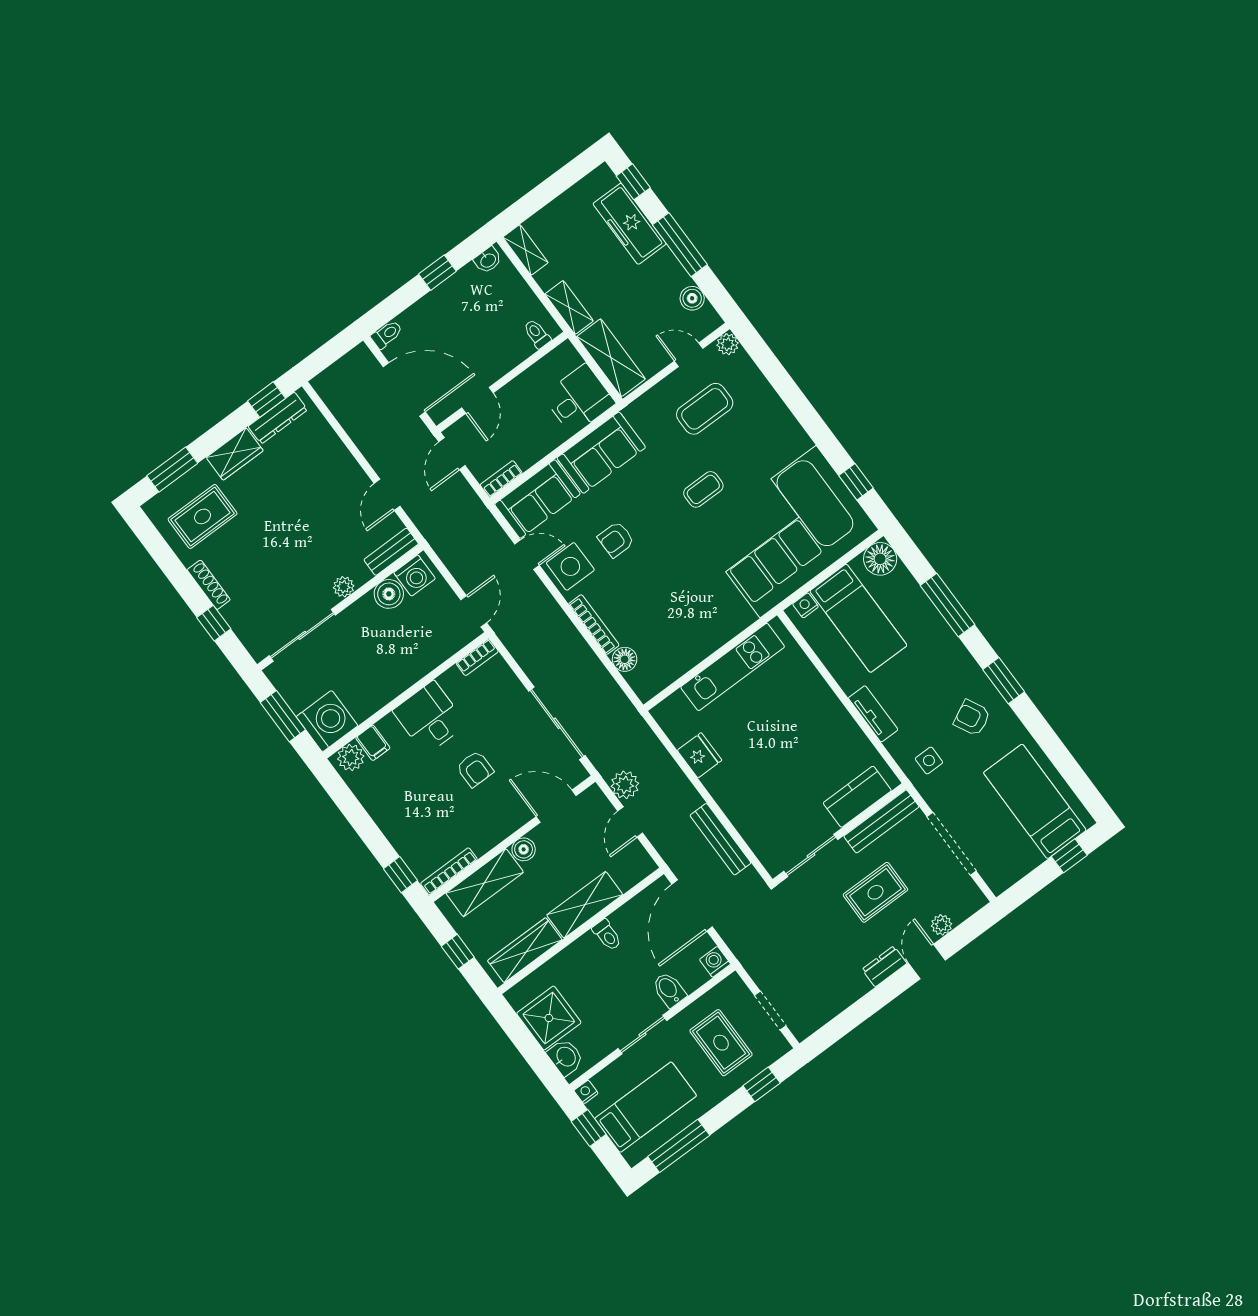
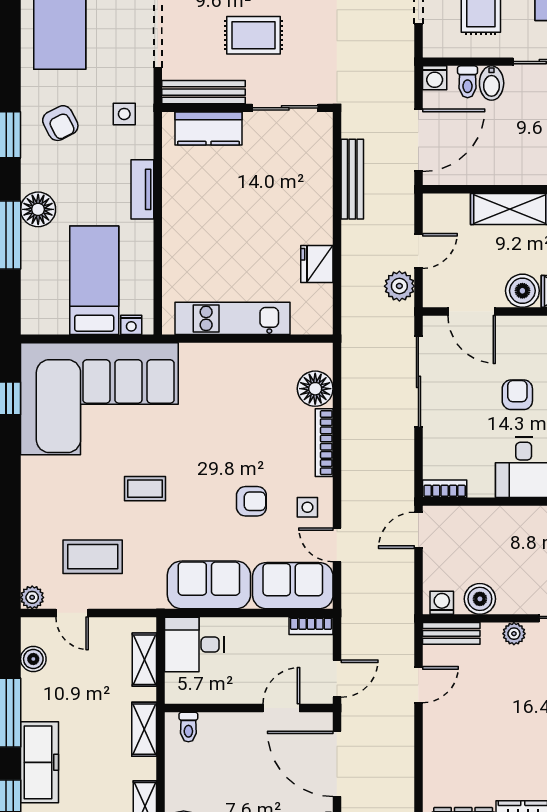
shelving: (611, 358) -> (144, 660), width x0.67, depth x0.75
floor lamp: (880, 559) -> (38, 209), moved
side table: (570, 566) -> (307, 507), width x0.54, depth x0.54
washing machine: (415, 575) -> (442, 603), width x0.73, depth x0.73
floor lamp: (625, 659) -> (315, 389), width x1.38, depth x1.38
boiler: (524, 849) -> (522, 291), width x1.36, depth x1.36
toilet: (607, 935) -> (468, 82), moved, turned 180

